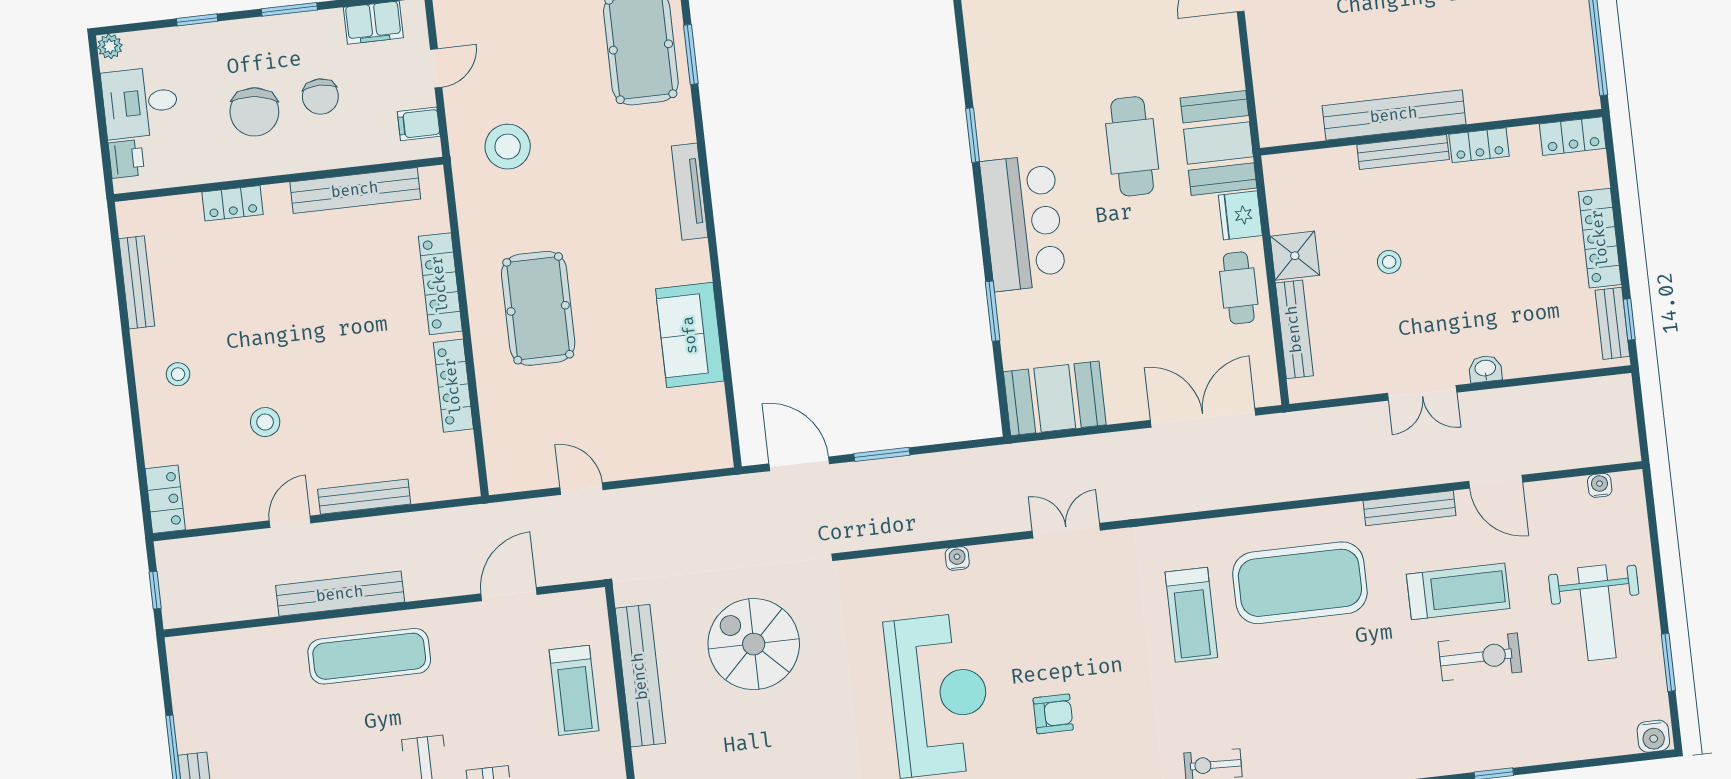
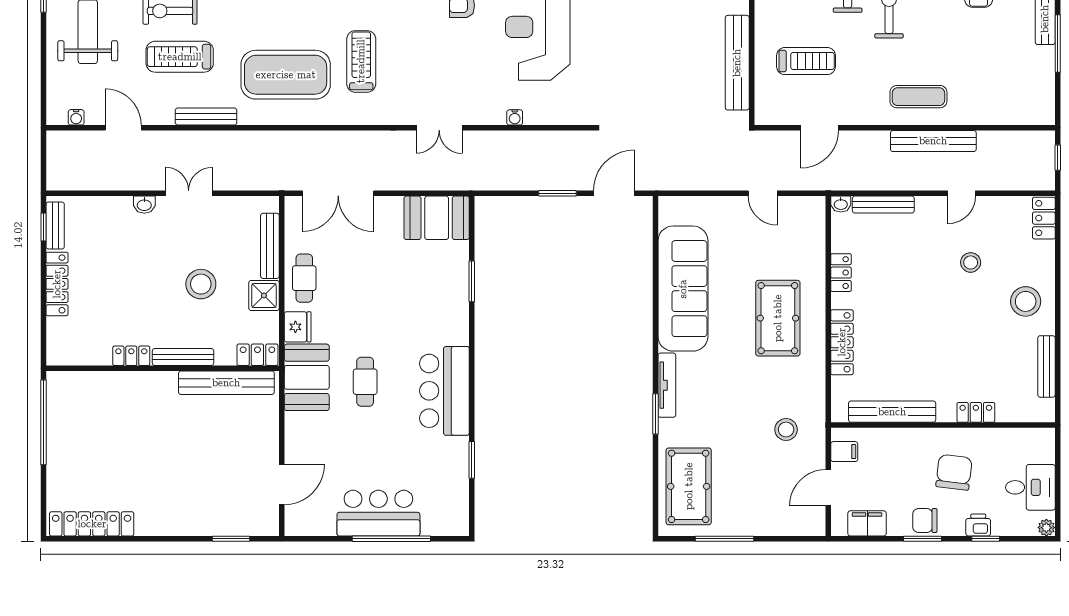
window: (691, 54) -> (655, 414), moved
door: (436, 68) -> (828, 488), width x1.38
chair: (320, 97) -> (925, 521), moved, turned -90
bench: (1394, 115) -> (226, 383), moved
window: (973, 135) -> (472, 460), moved
locker: (1573, 136) -> (257, 355), moved
cafe table: (1132, 146) -> (365, 382), width x0.73, depth x0.74
stool: (508, 147) -> (786, 429), width x0.73, depth x0.73
printer: (126, 159) -> (978, 525), moved, turned 90
bar counter: (1023, 223) -> (444, 391), moved
stool: (1389, 262) -> (201, 284), width x1.89, depth x1.89
sofa: (690, 335) -> (683, 289), width x1.85, depth x1.27
stool: (178, 374) -> (1026, 301), width x1.89, depth x1.89
locker: (453, 386) -> (841, 273), width x0.66
door: (799, 464) -> (614, 193), swing flipped
door: (1496, 482) -> (123, 128), moved
washbasin: (465, 486) -> (841, 204), added
bench: (364, 497) -> (883, 205), moved
spiral stairs: (754, 644) -> (658, 75), removed
exercise mat: (369, 656) -> (918, 97), width x0.73, depth x0.69
treadmill: (574, 690) -> (806, 61), moved, turned 90

